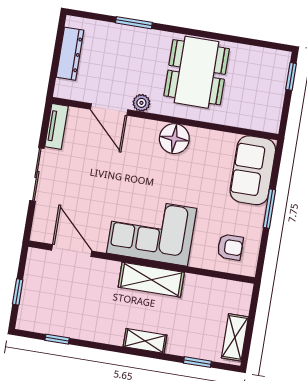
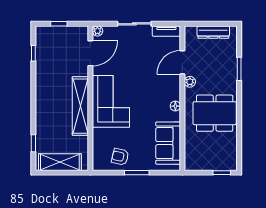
floor lamp: (174, 139) -> (175, 106), width x0.53, depth x0.53
sofa: (253, 170) -> (168, 143), moved, turned -90
plant: (39, 234) -> (97, 31), added
armchair: (230, 247) -> (120, 157), moved, turned 103
shelving: (151, 280) -> (80, 106), width x1.47
shelving: (235, 337) -> (60, 162), width x1.50, depth x1.33
shelving: (145, 341) -> (41, 108), removed

